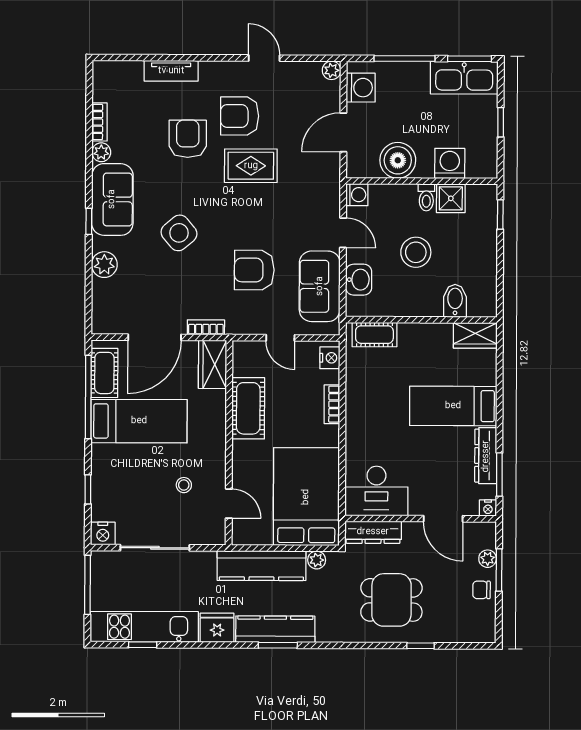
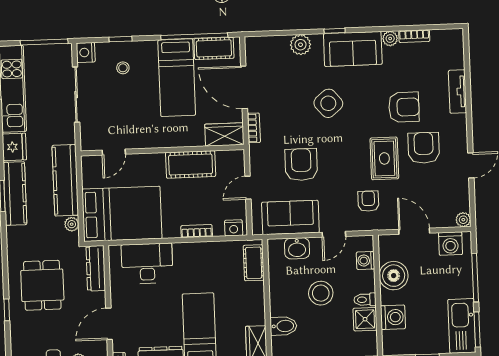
armchair: (303, 188) -> (368, 201), added
washing machine: (357, 195) -> (365, 260), moved, turned 90
stool: (184, 485) -> (123, 68), moved
desk: (376, 491) -> (147, 263), moved, turned 90

